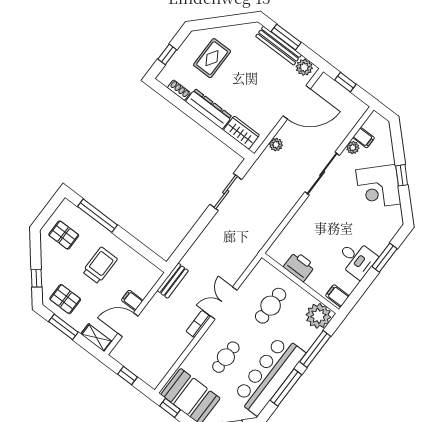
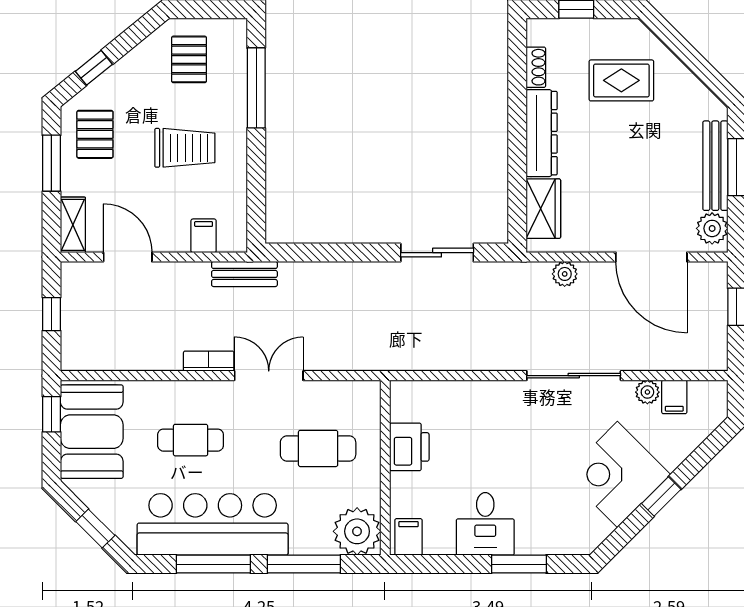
filing cabinet: (132, 300) -> (204, 236), moved

